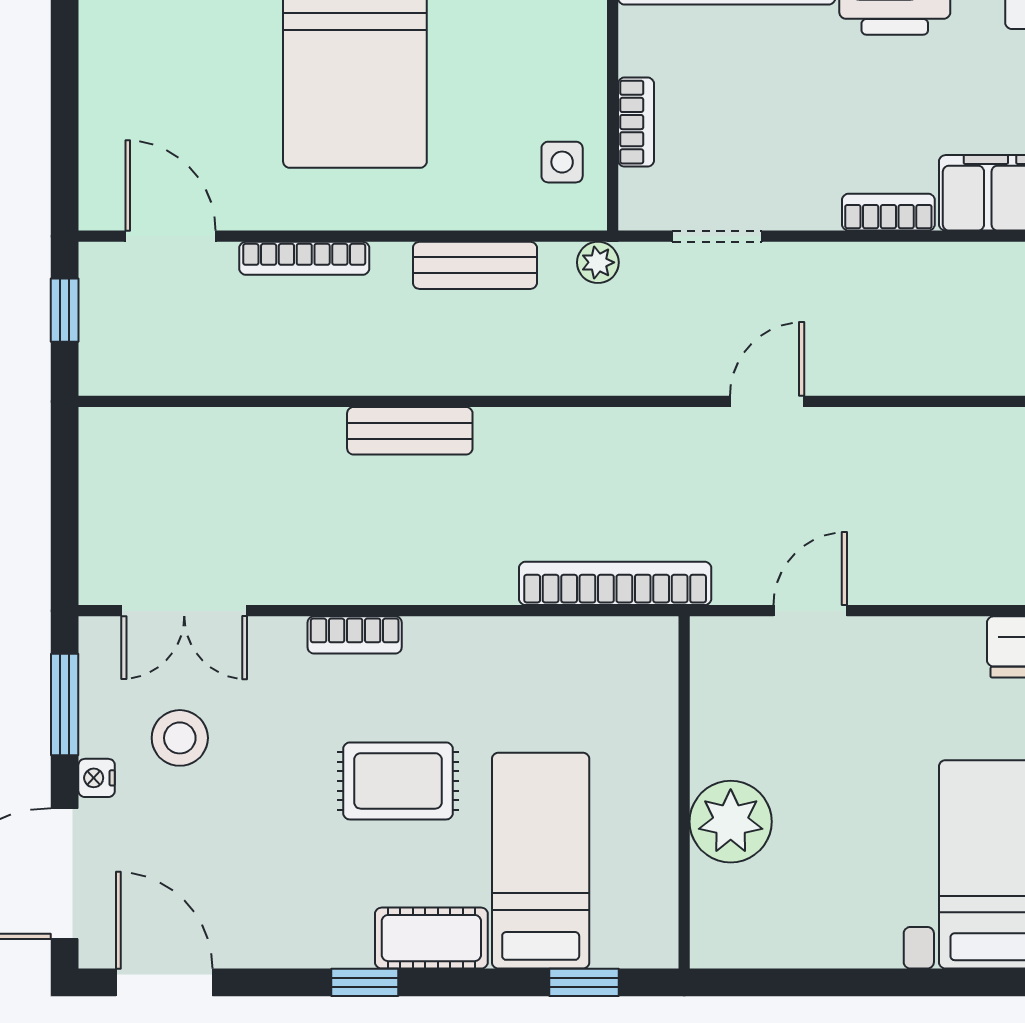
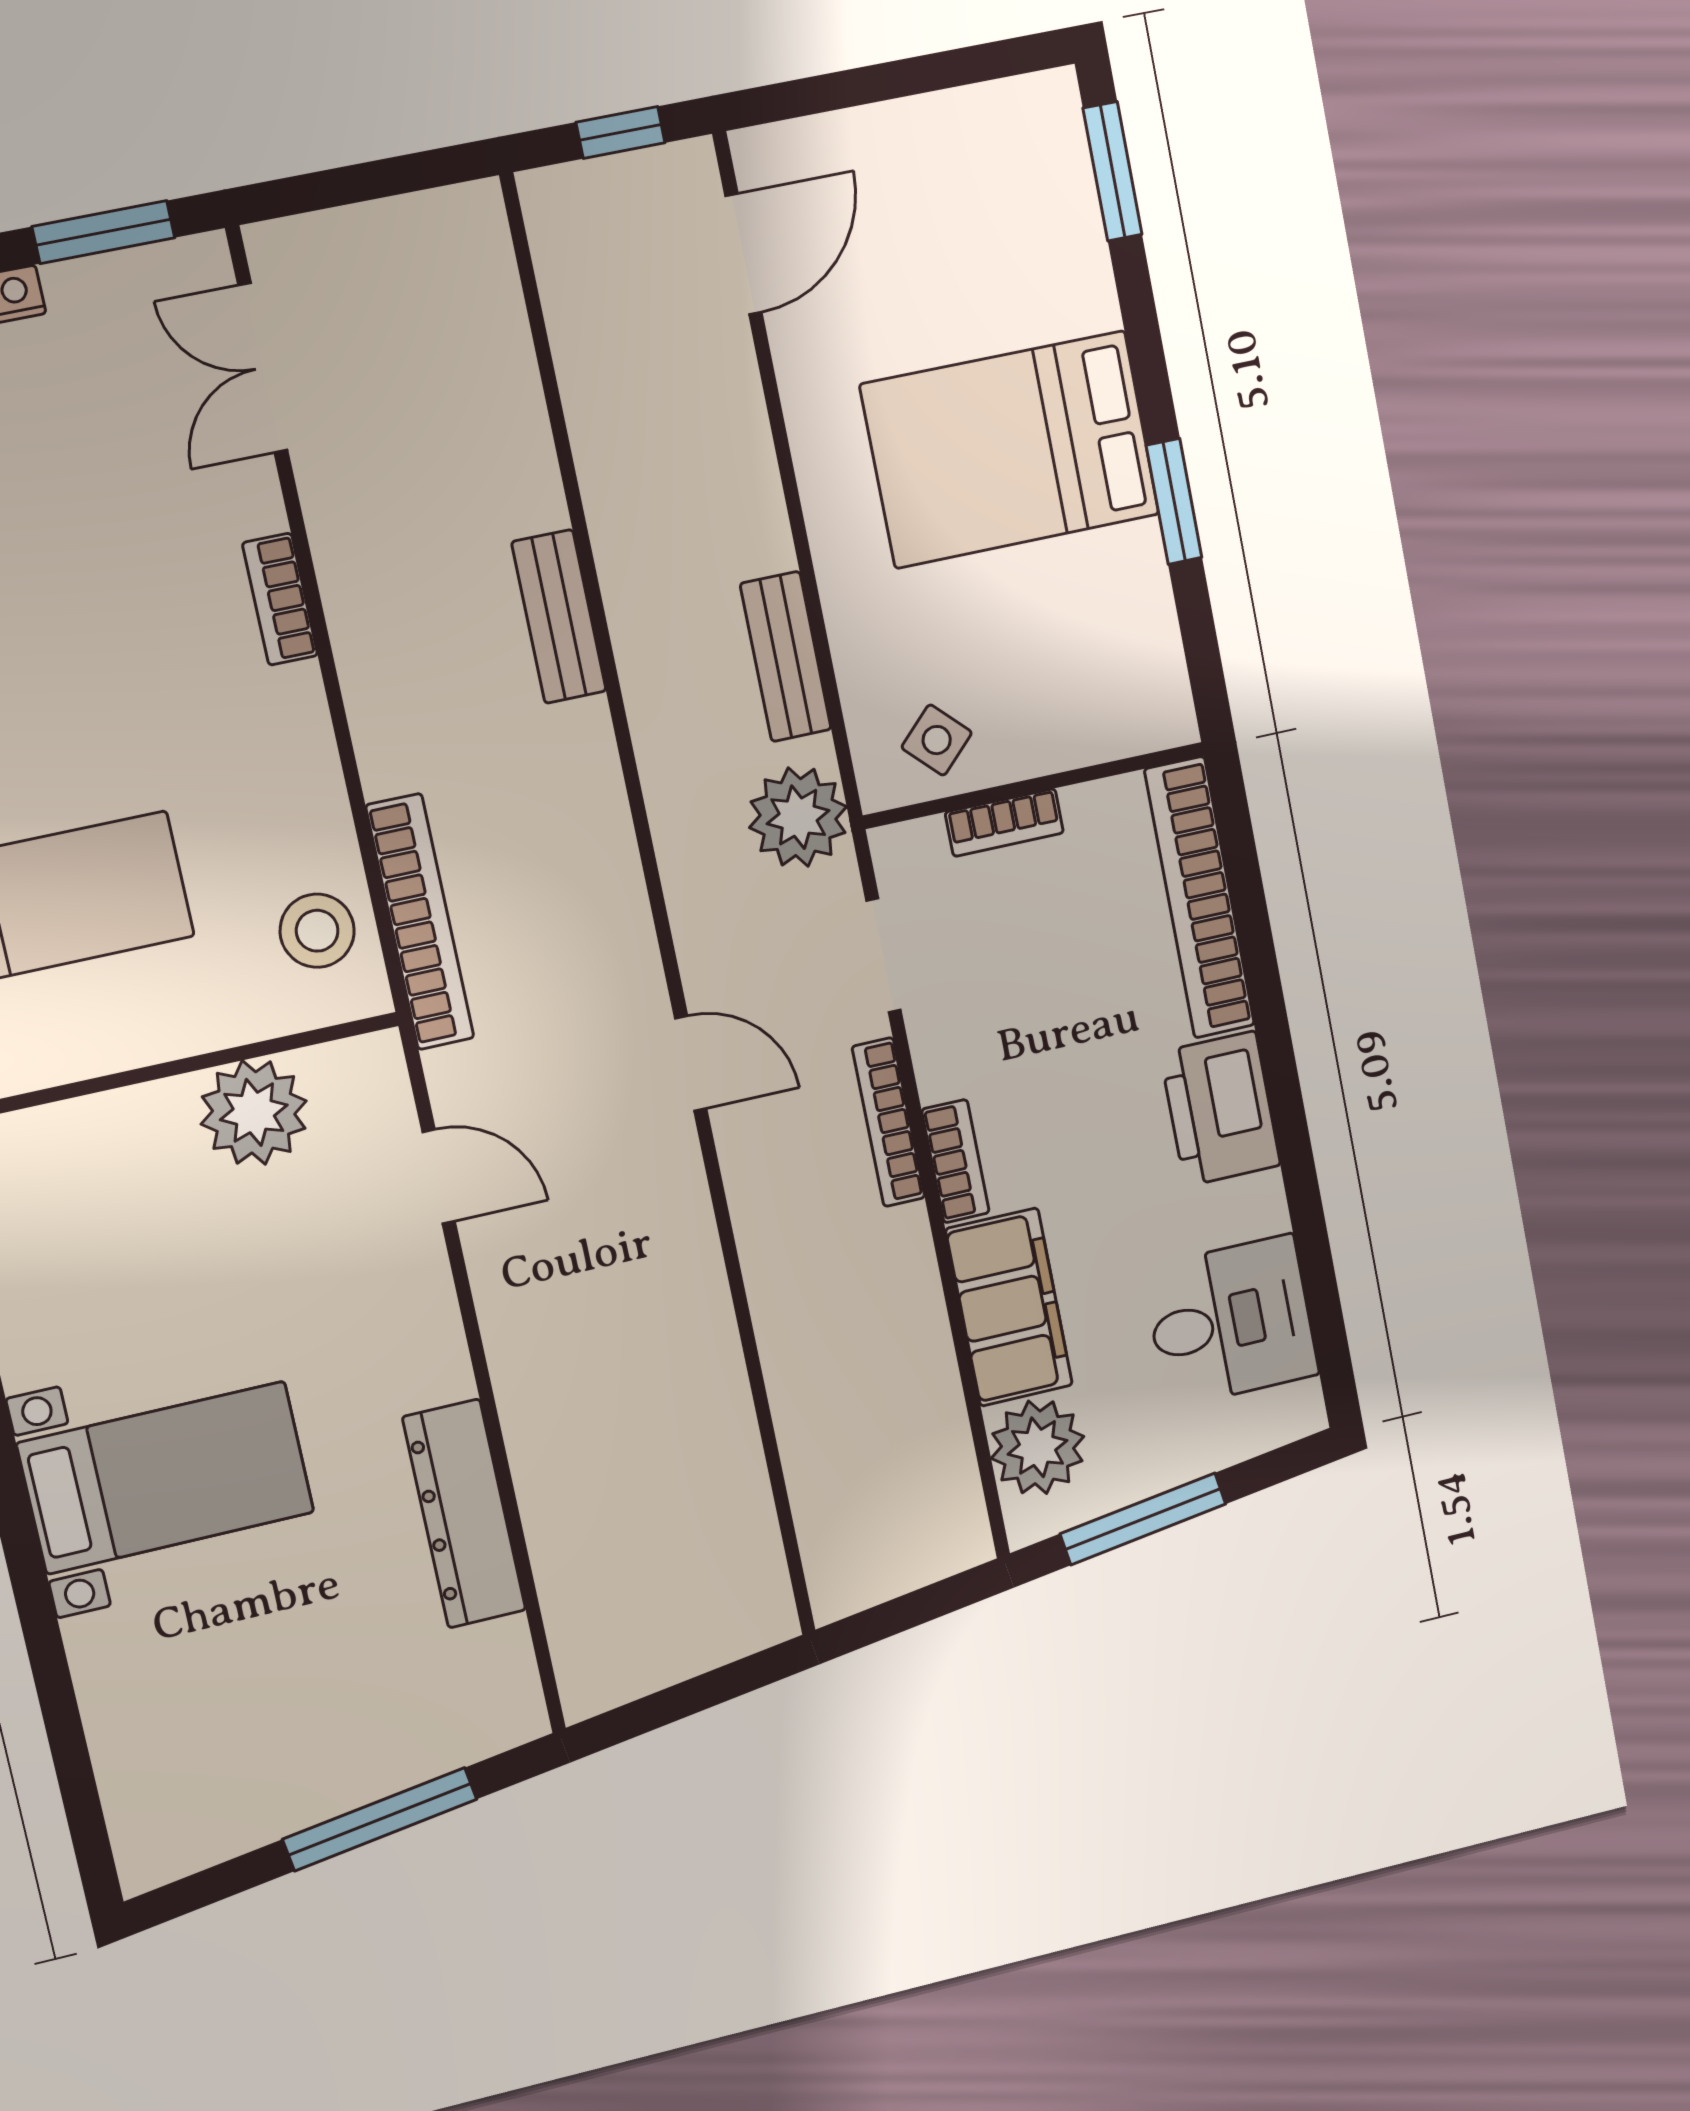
side table: (562, 162) -> (937, 740), turned 45
bookcase: (304, 258) -> (888, 1122), moved
plant: (598, 262) -> (798, 817), width x1.87, depth x1.87
stool: (180, 738) -> (317, 931), moved
rug: (398, 781) -> (101, 695), removed
plant: (731, 822) -> (254, 1112), moved

